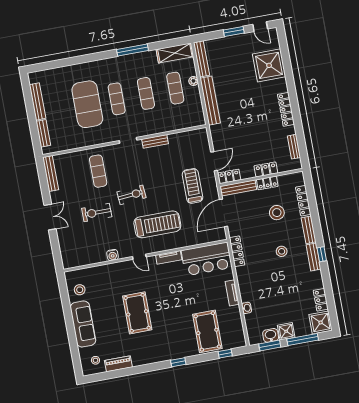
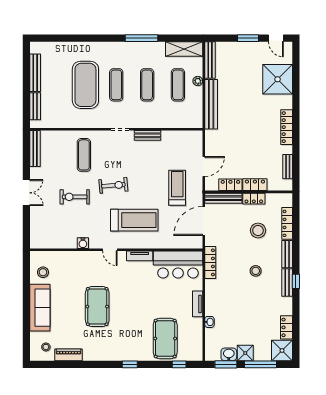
locker: (229, 176) -> (230, 185), moved

